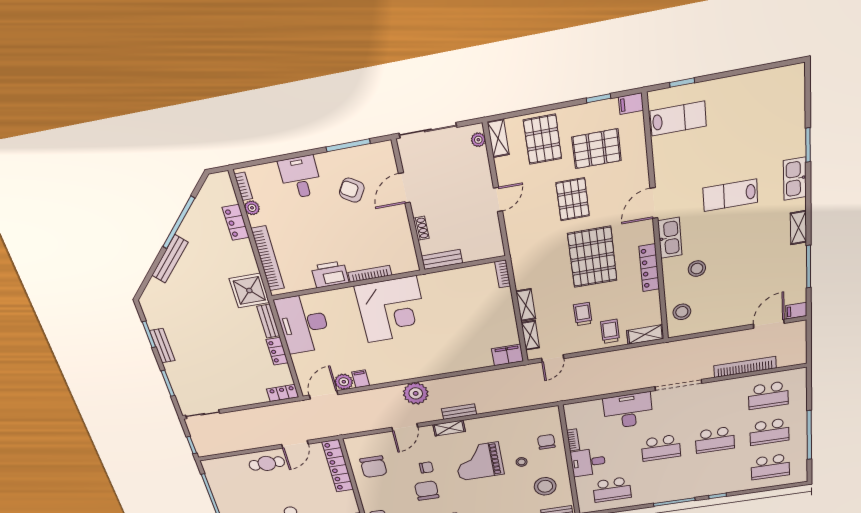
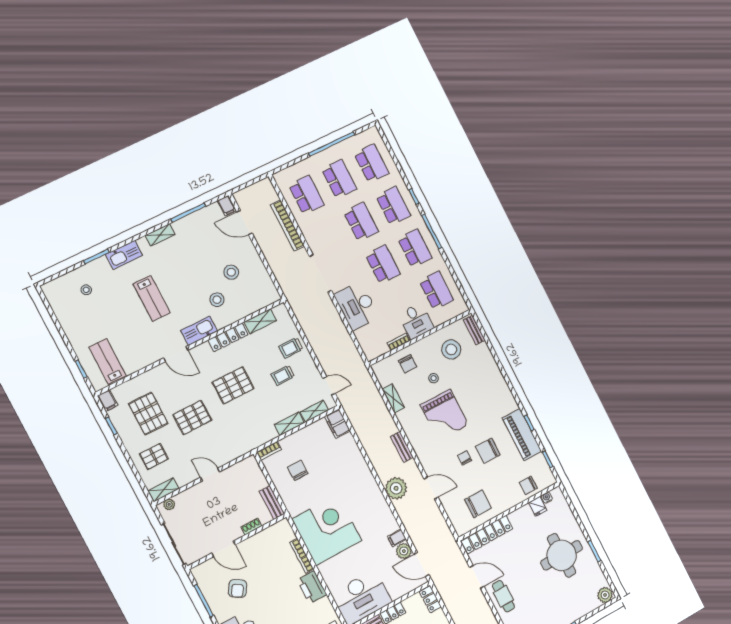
stool: (774, 120) -> (86, 290), added
pallet: (543, 139) -> (154, 456), width x0.67, depth x0.71
pallet: (592, 257) -> (233, 385), width x0.73, depth x0.71
chair: (470, 299) -> (298, 470), added
stool: (682, 312) -> (231, 272), moved
shelving: (645, 335) -> (260, 321), moved, turned 90
shelving: (449, 428) -> (393, 398), moved
chair: (546, 442) -> (408, 364), turned -90
school desk: (717, 474) -> (393, 206), added
school desk: (664, 482) -> (415, 248), added

